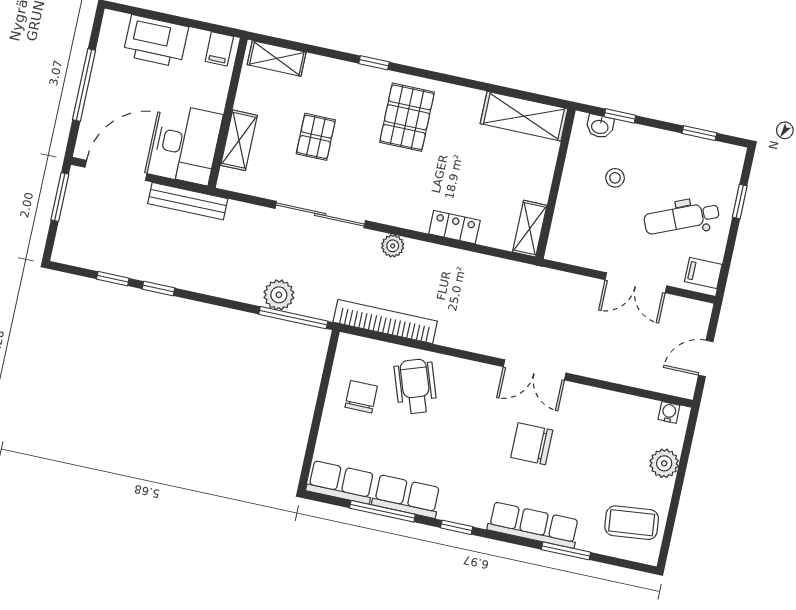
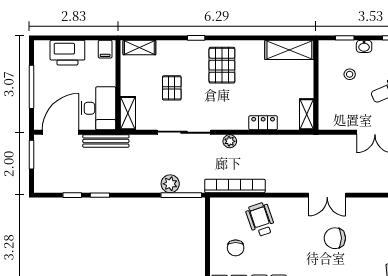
washbasin: (600, 126) -> (364, 46), moved
shelving: (239, 140) -> (128, 113), moved
chair: (361, 397) -> (236, 248), moved, turned 180

